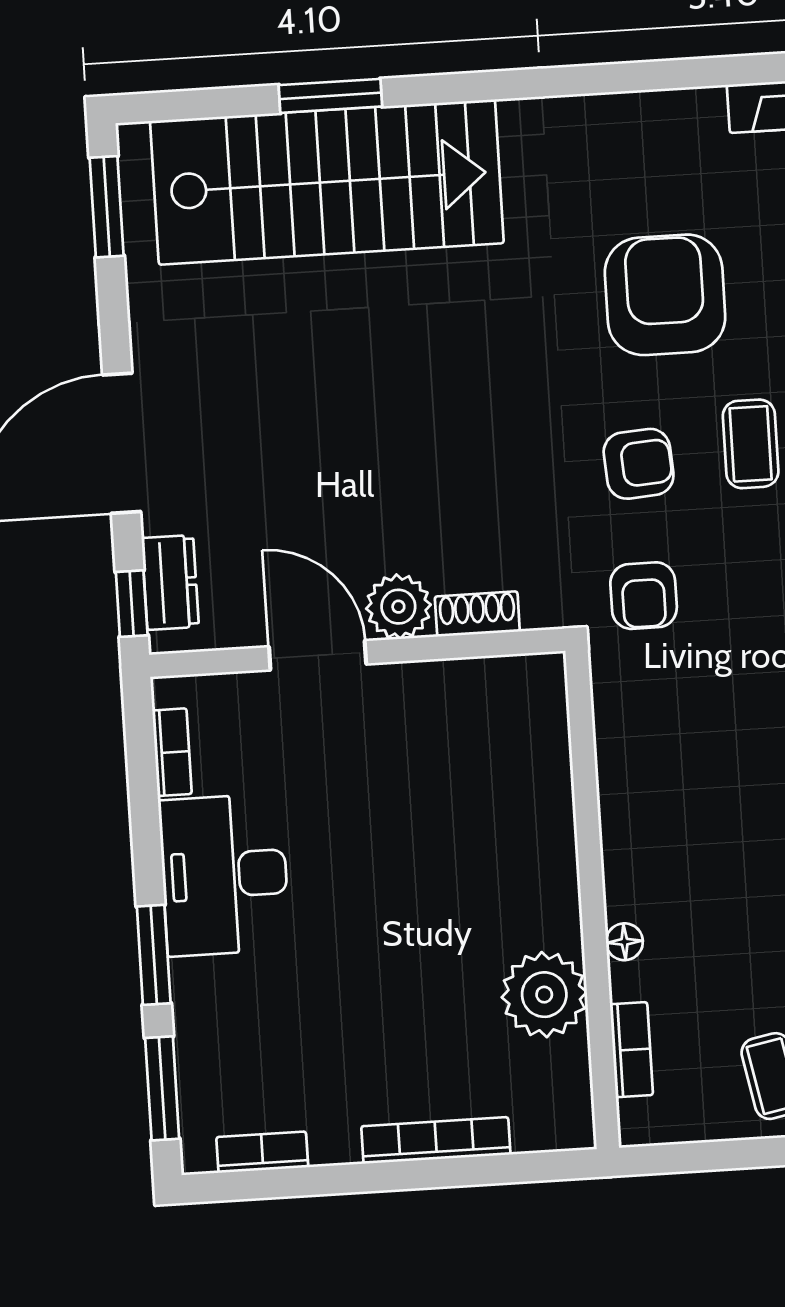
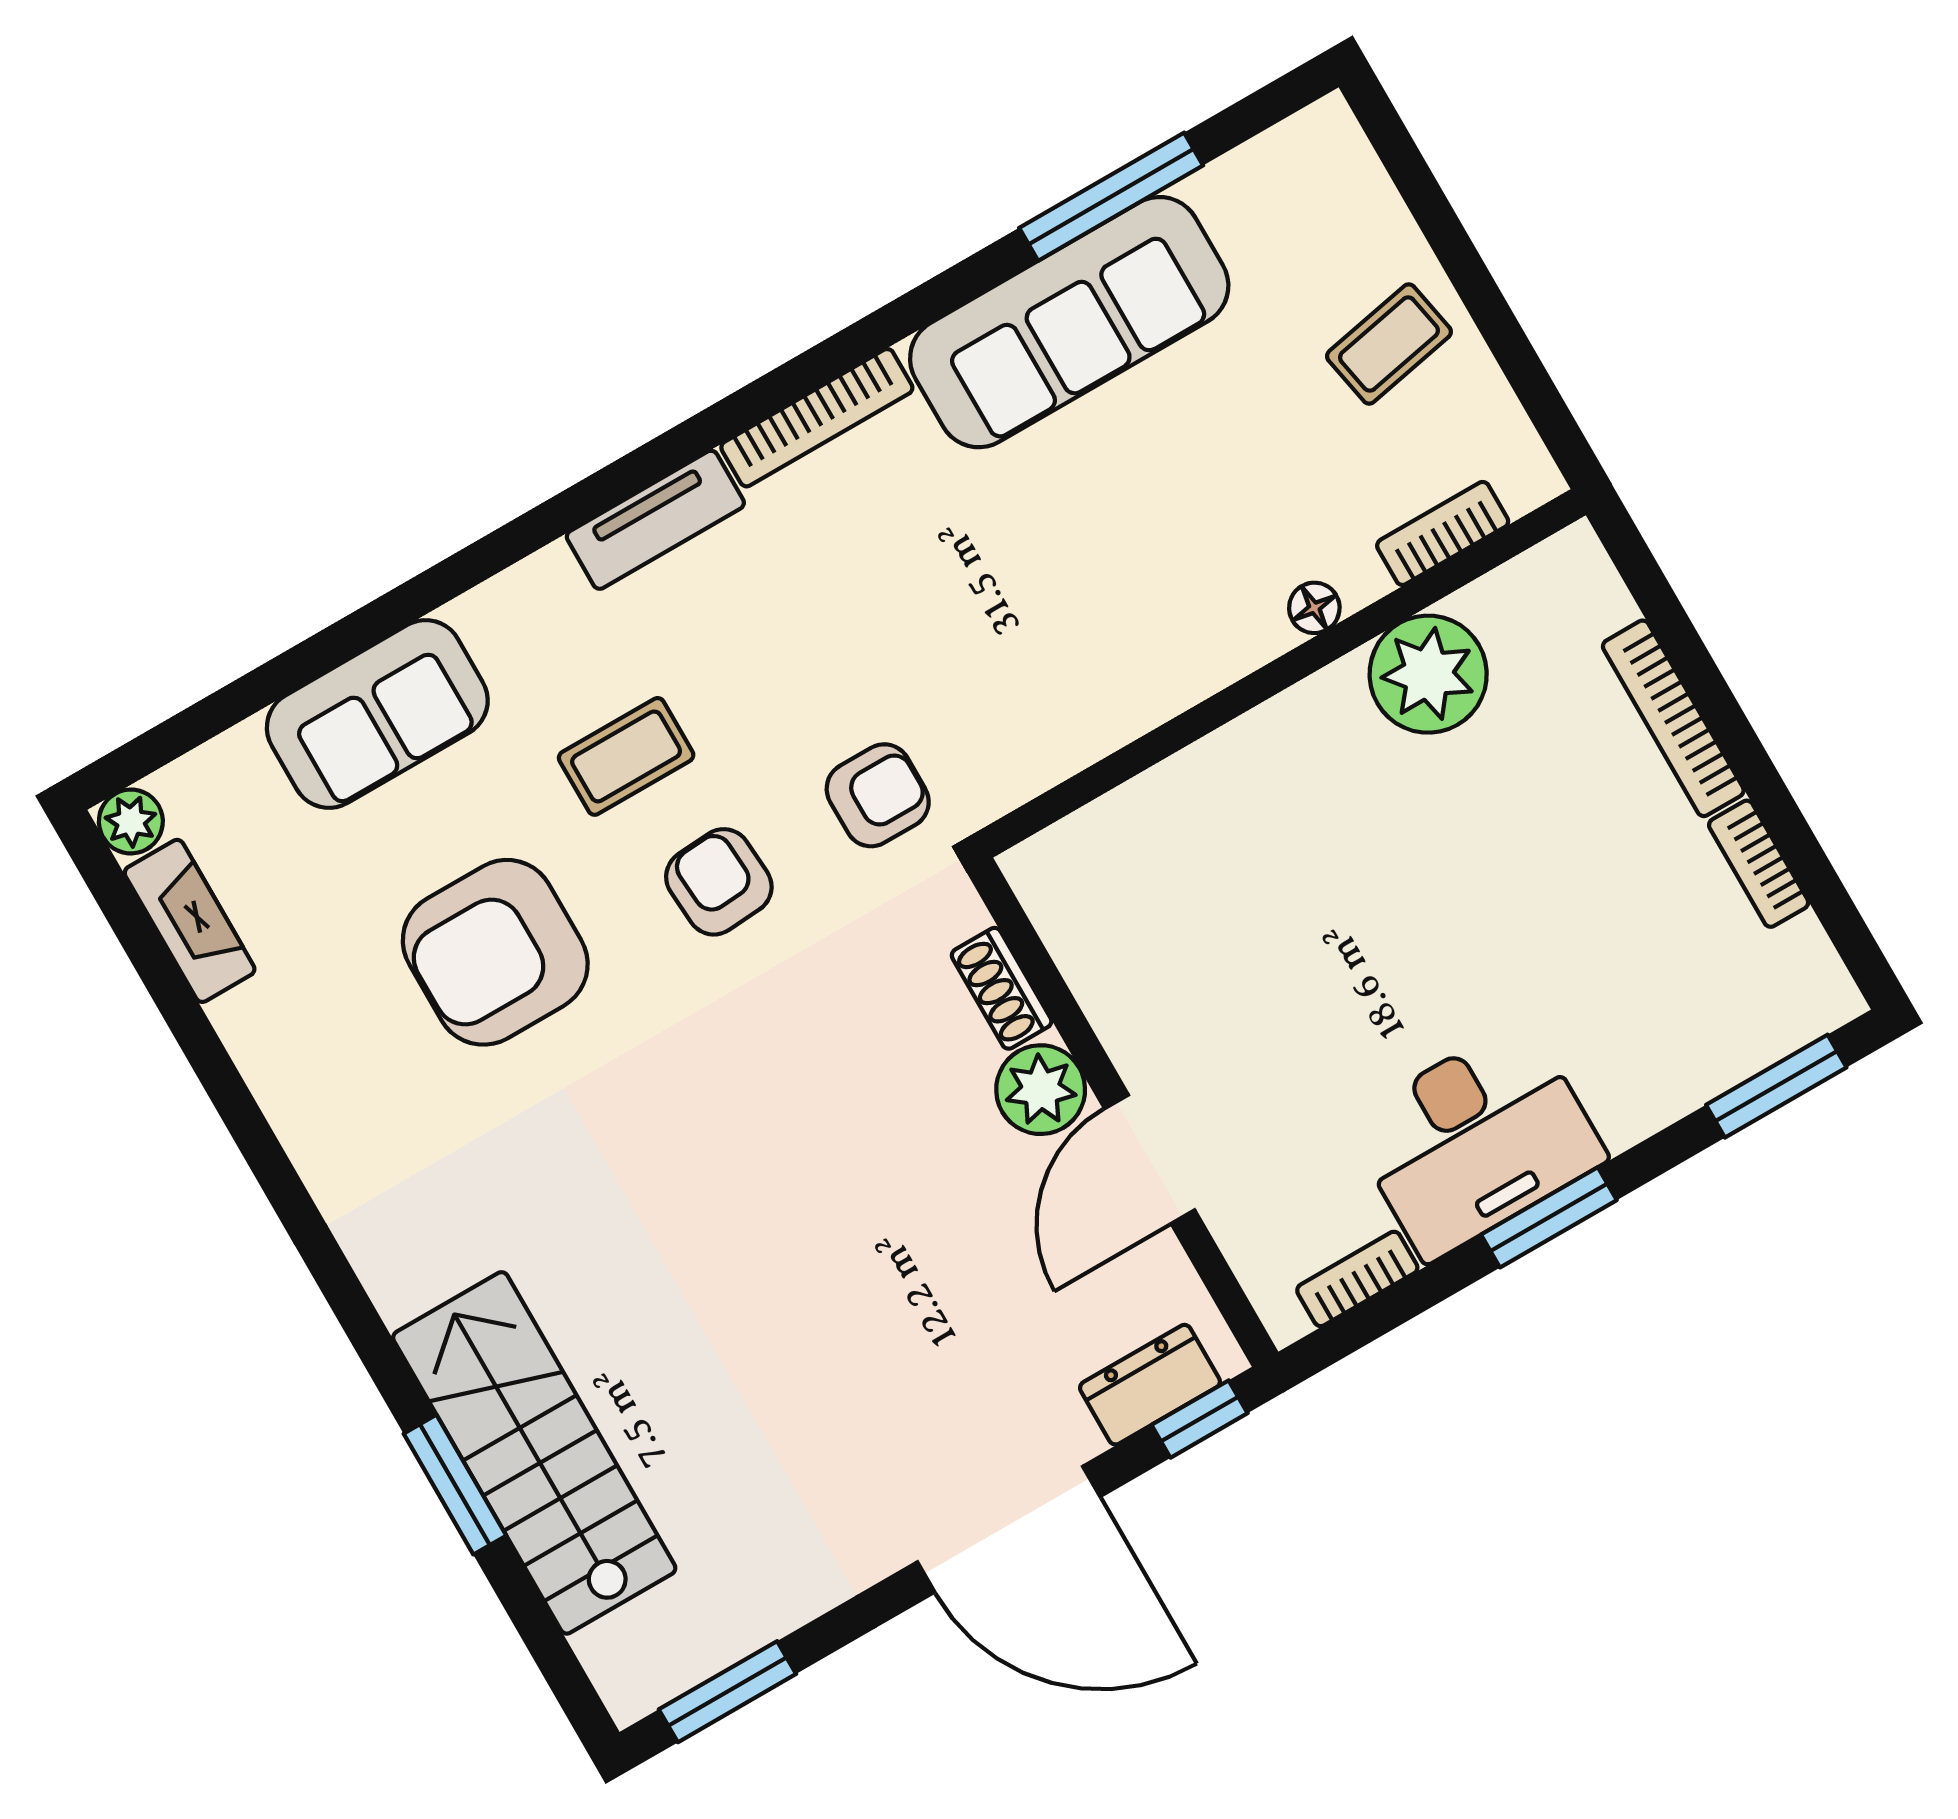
stairs: (327, 182) -> (534, 1453), width x0.73, depth x0.66
window: (154, 955) -> (1549, 1217), moved
bookcase: (262, 1152) -> (1759, 864), moved

